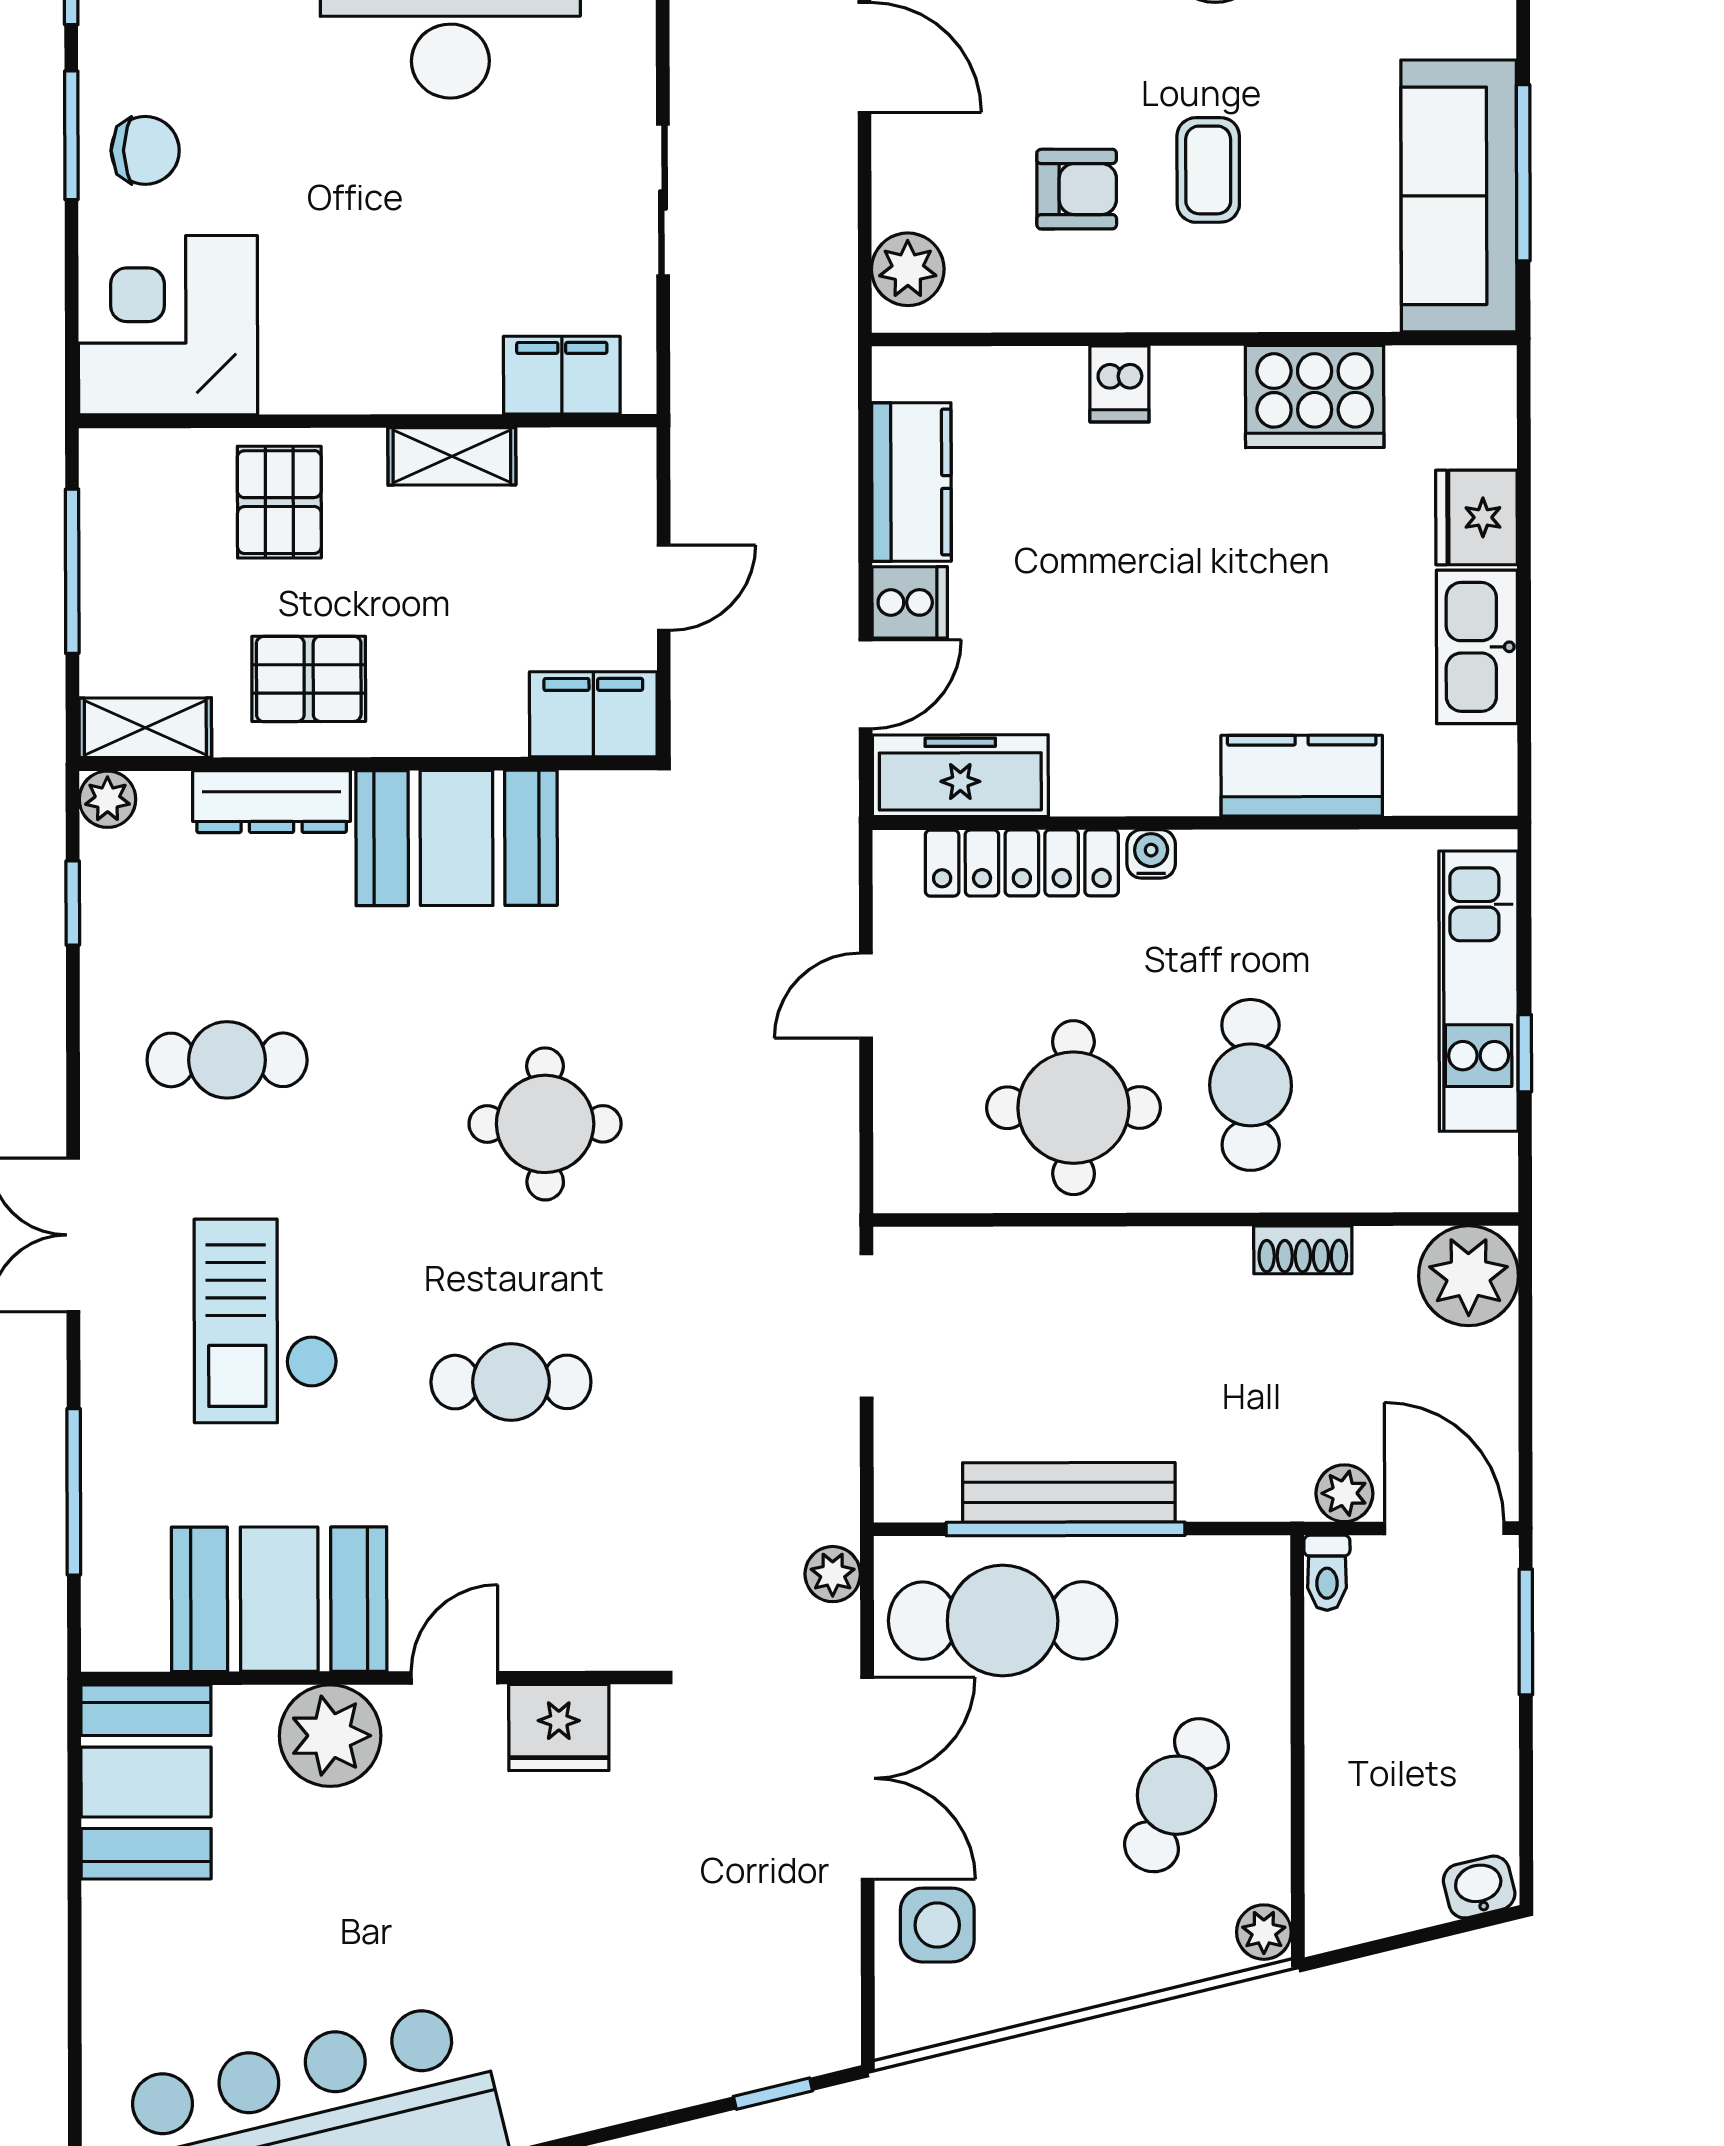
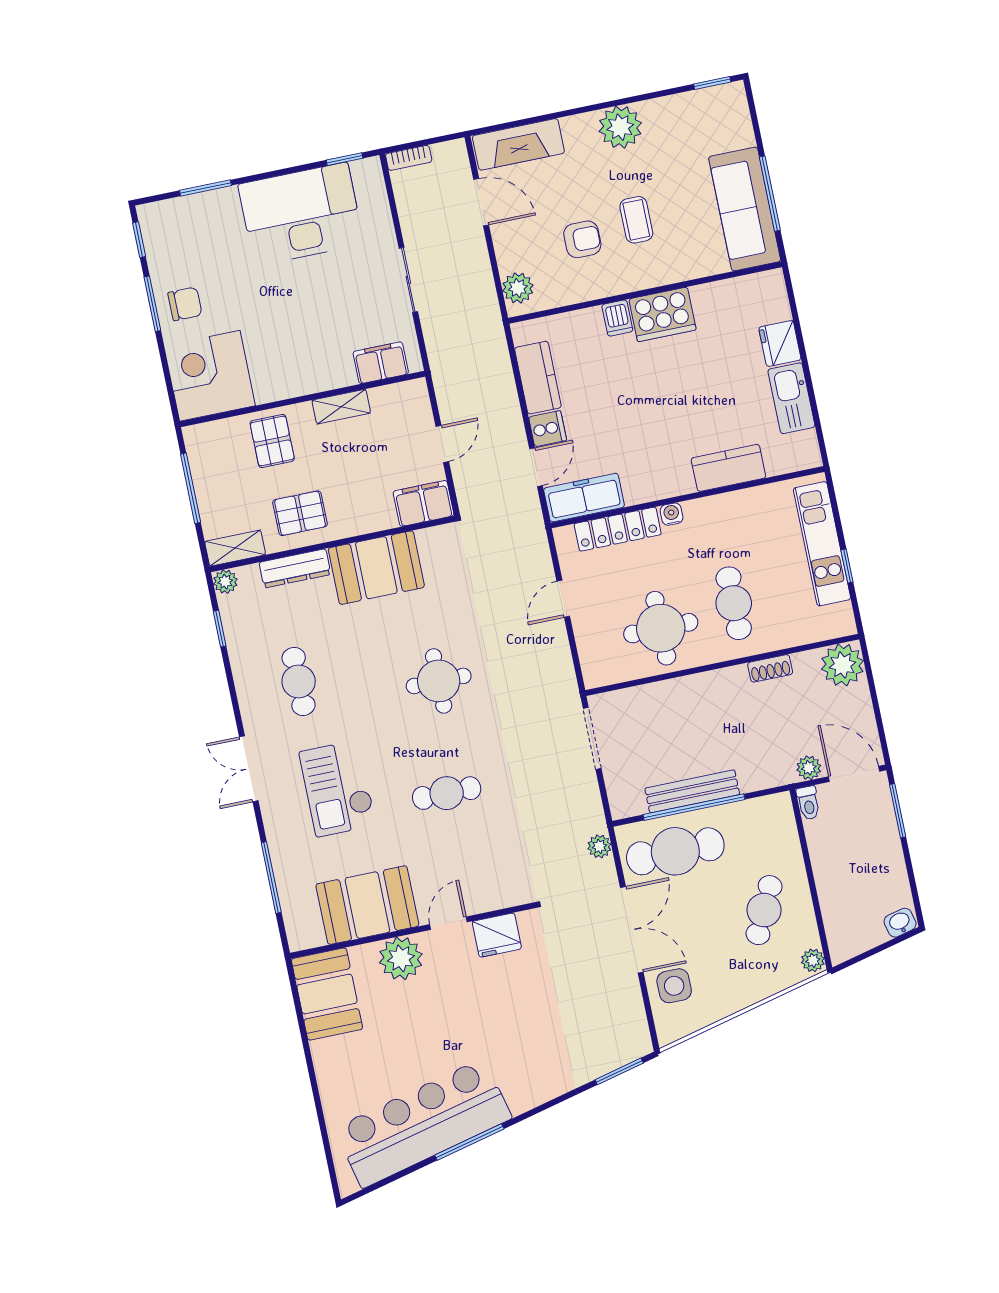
cooker: (1315, 397) -> (662, 314), moved
cafe table: (227, 1060) -> (299, 681), turned 90
window: (773, 2094) -> (619, 1071), width x1.50

